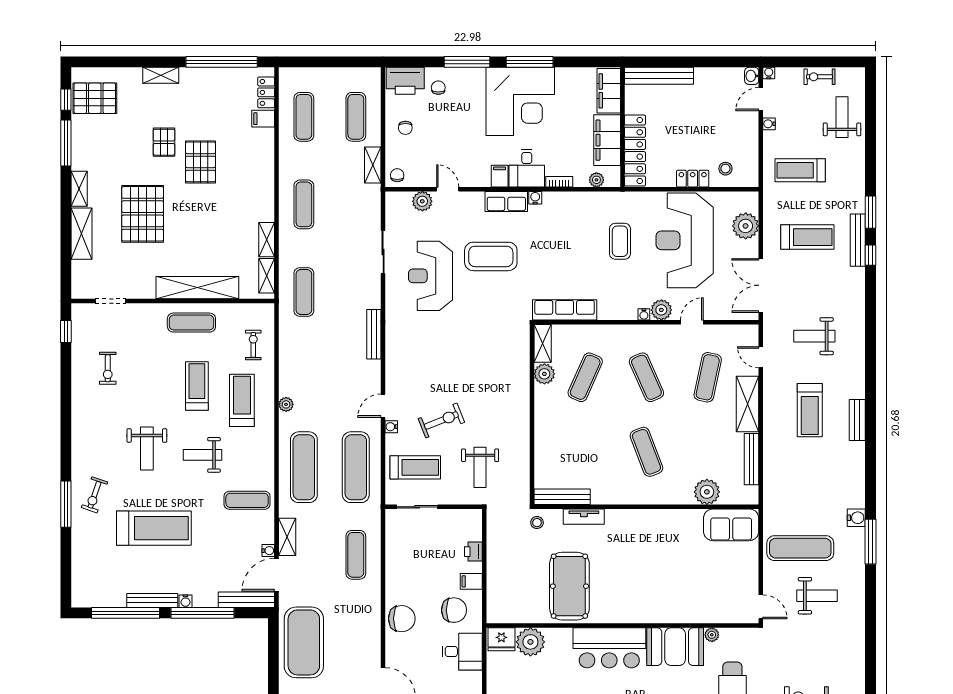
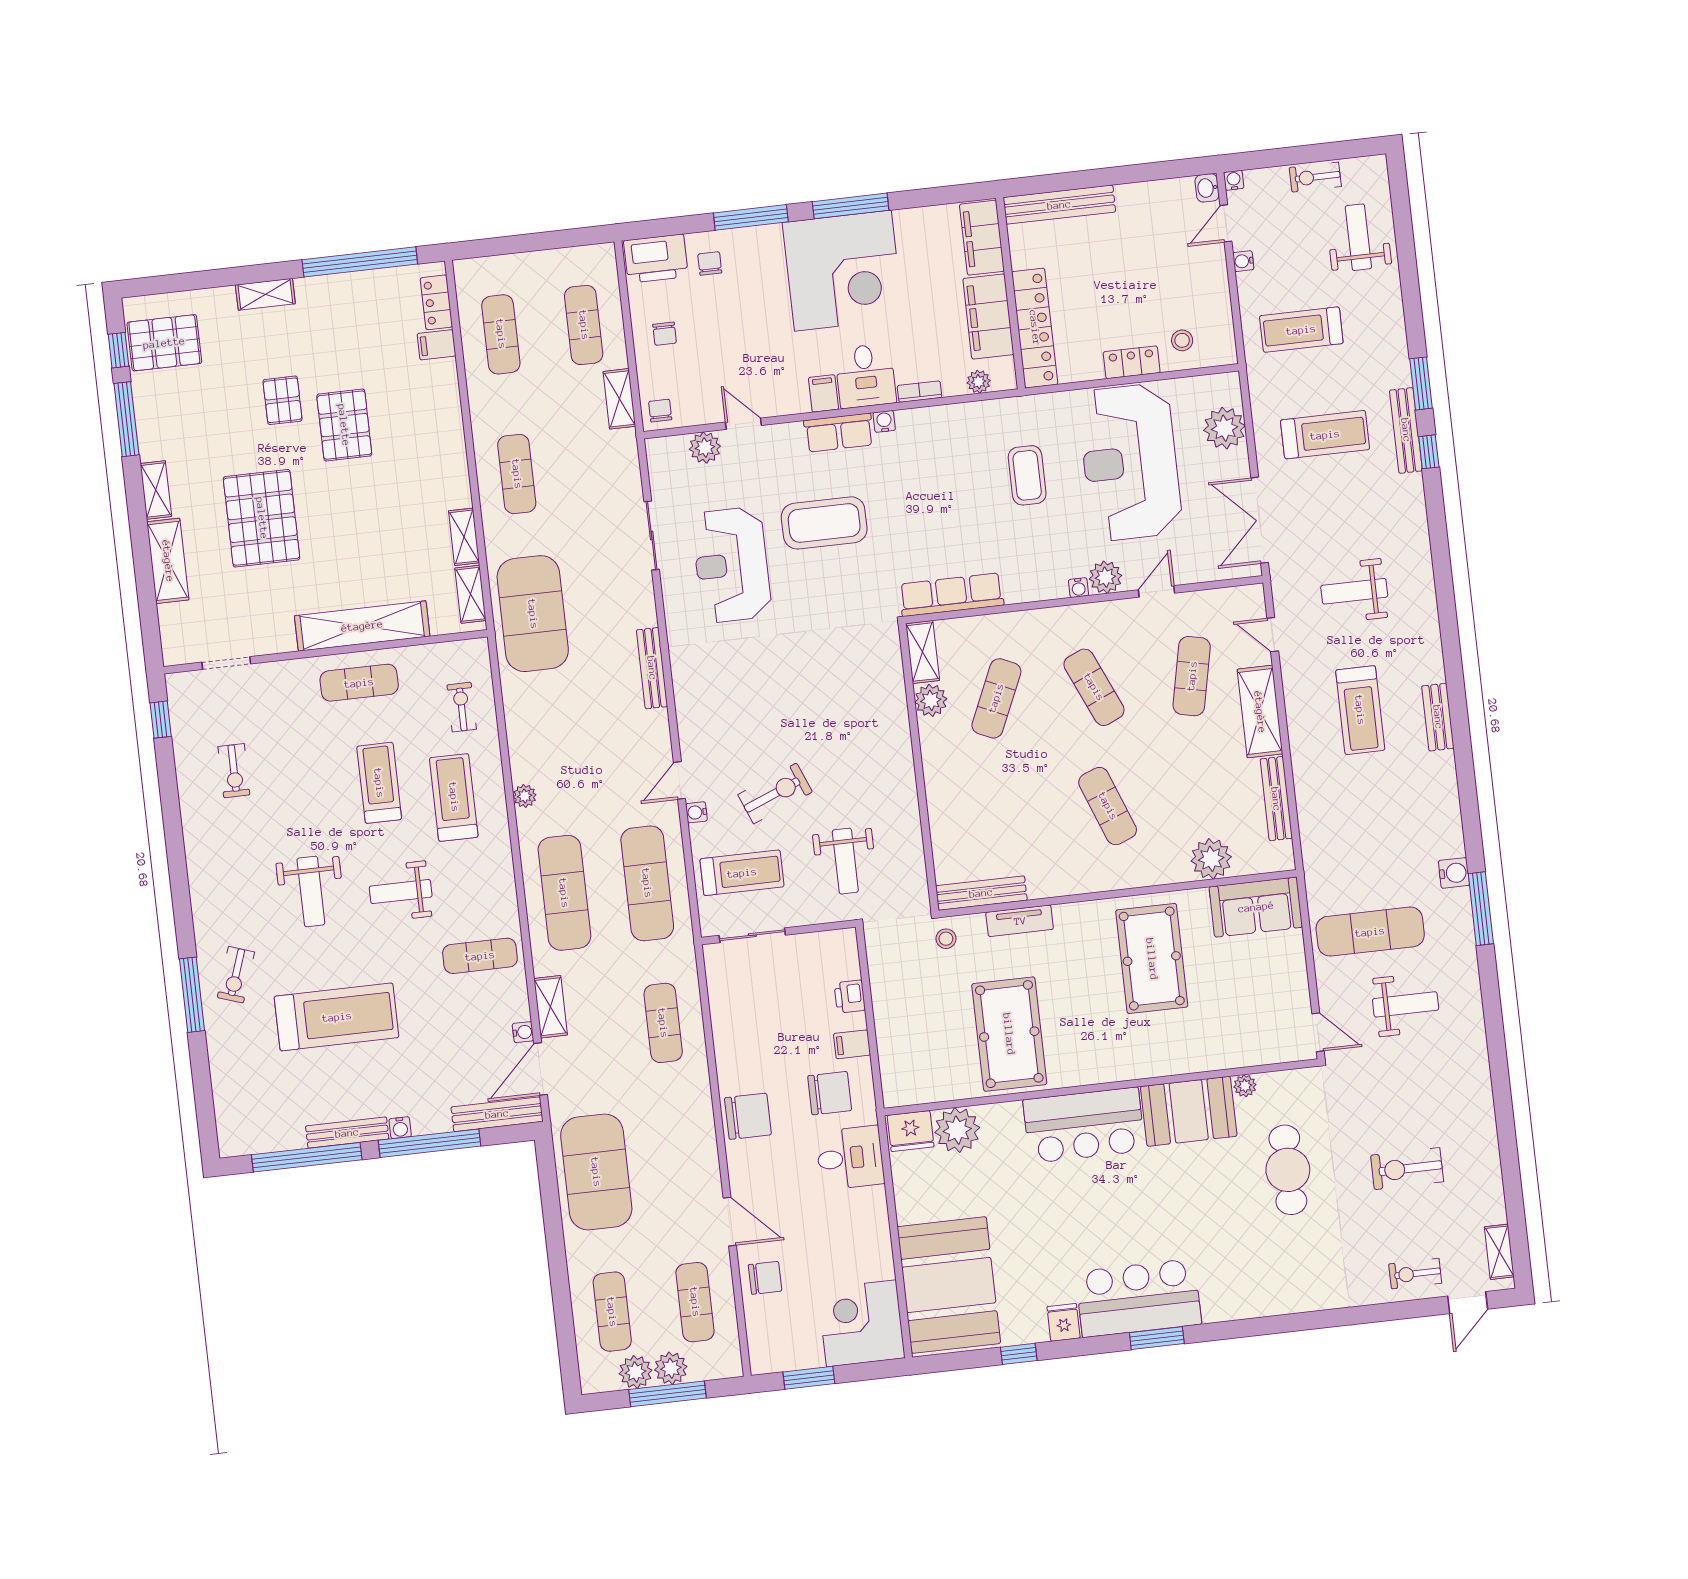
exercise mat: (304, 292) -> (533, 614), width x2.00, depth x1.45
pool table: (663, 549) -> (1152, 959), added

